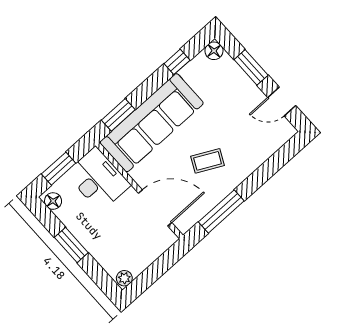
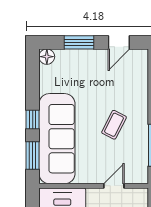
window: (177, 62) -> (33, 119), moved
door: (155, 208) -> (114, 186), width x0.53

